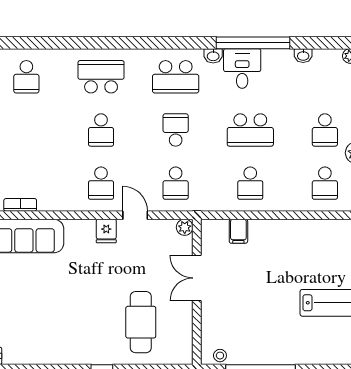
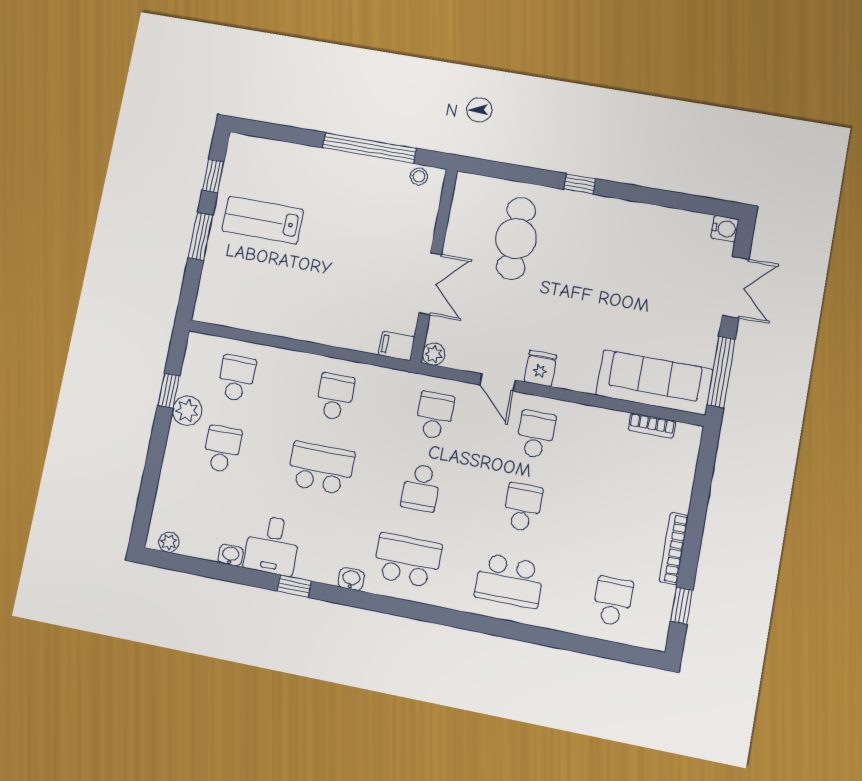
window: (253, 43) -> (294, 586), width x0.32
desk: (242, 68) -> (272, 545), moved
filing cabinet: (238, 231) -> (396, 346), moved, turned -90

